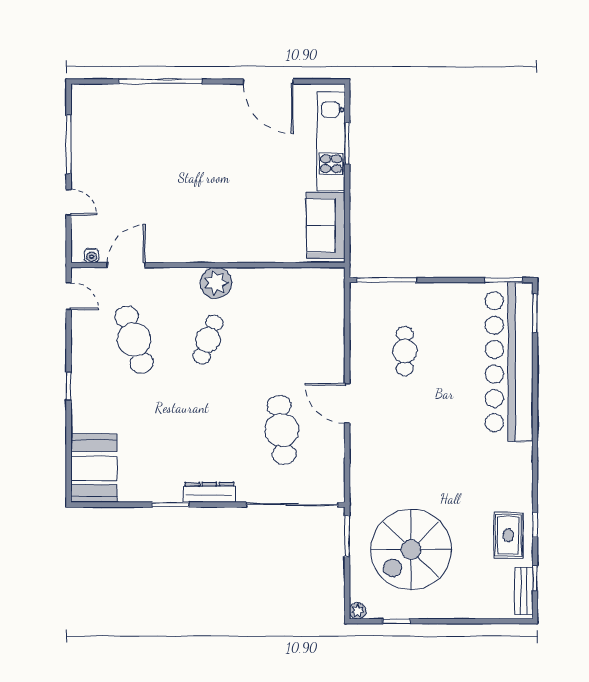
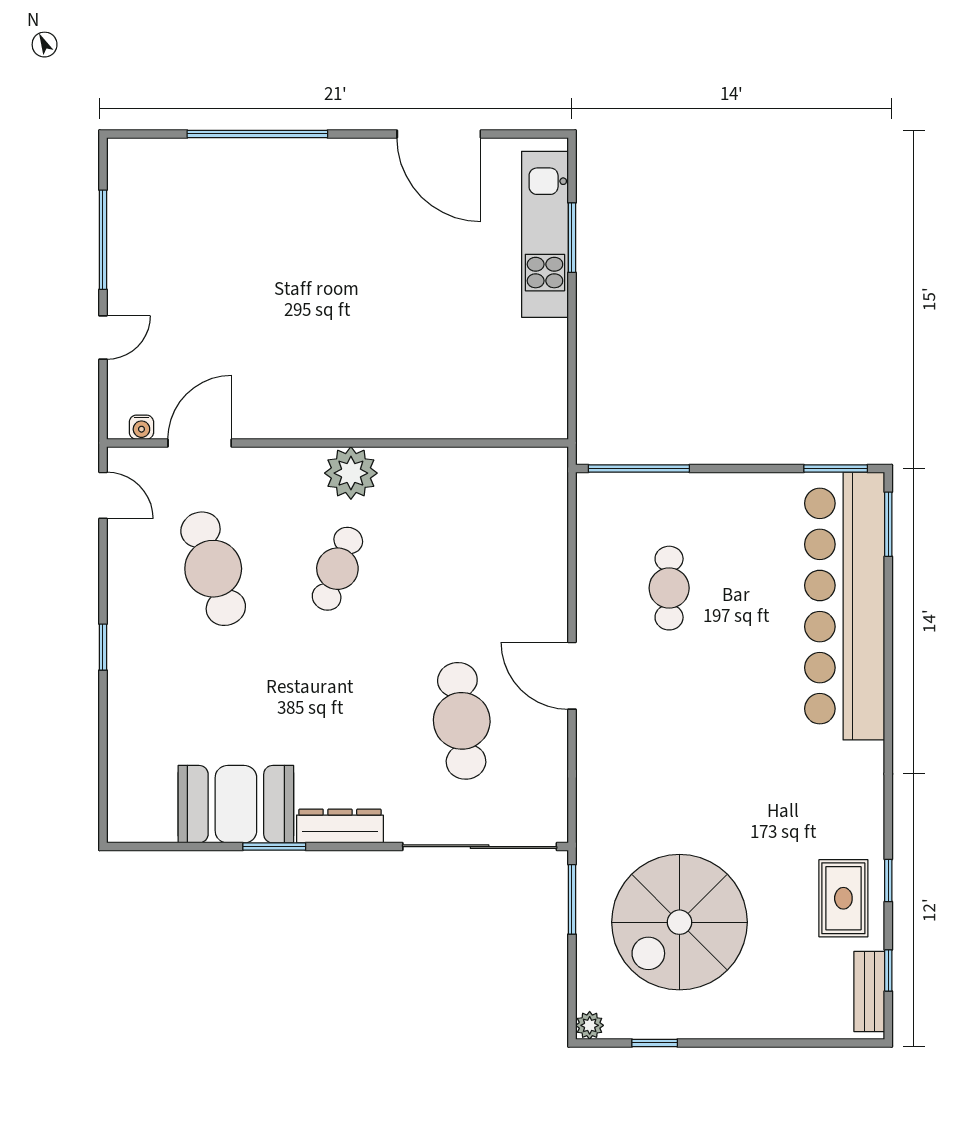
door: (69, 202) -> (103, 337), hinge flipped
sofa: (326, 225) -> (536, 376), removed
booth: (94, 468) -> (236, 804), moved, turned 90

